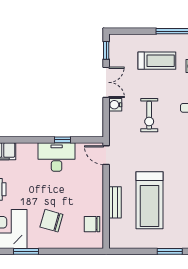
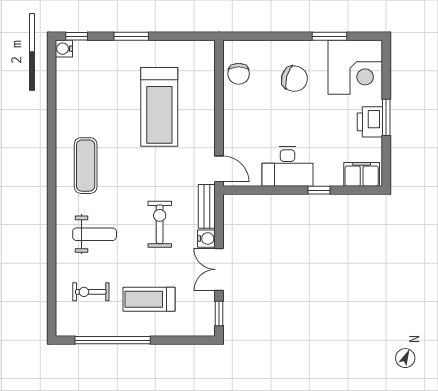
window: (62, 140) -> (319, 190), moved
treadmill: (149, 200) -> (159, 107), turned 180
bench: (115, 202) -> (207, 206), moved
chair: (92, 224) -> (239, 74), turned 90

